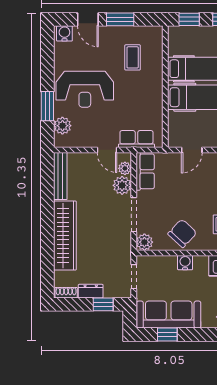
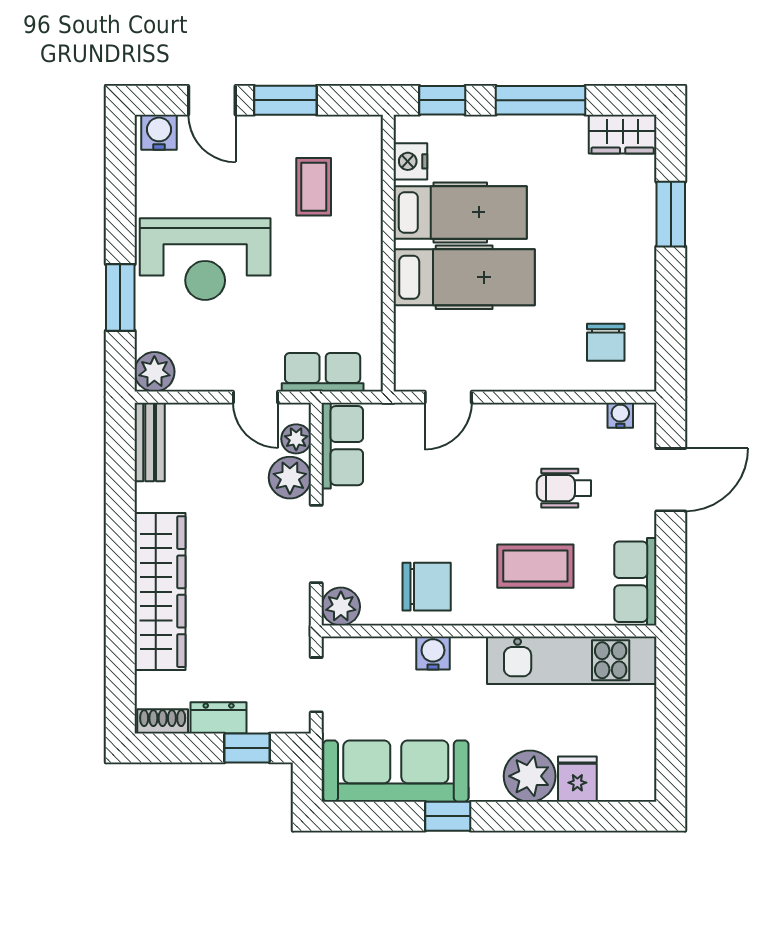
nightstand: (175, 46) -> (410, 161), added
plant: (62, 126) -> (154, 372), moved
bench: (60, 176) -> (150, 442), width x0.73
chair: (182, 233) -> (427, 587), turned 47
window: (167, 334) -> (448, 816), moved

